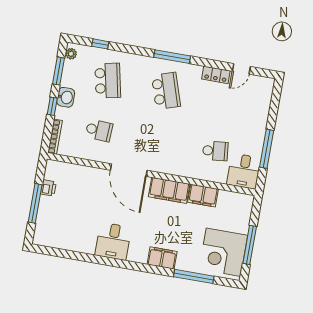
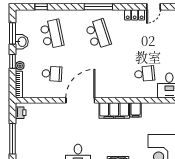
plant: (71, 54) -> (20, 66), moved
washbasin: (66, 97) -> (22, 42), moved
door: (129, 170) -> (80, 100), swing flipped
printer: (48, 188) -> (21, 113), moved
filing cabinet: (203, 196) -> (136, 110), width x0.50

